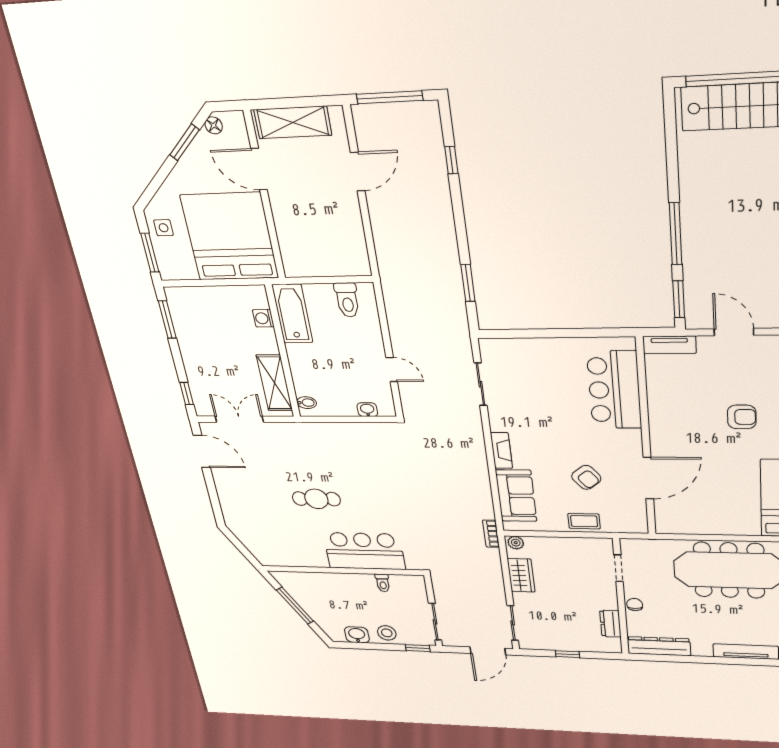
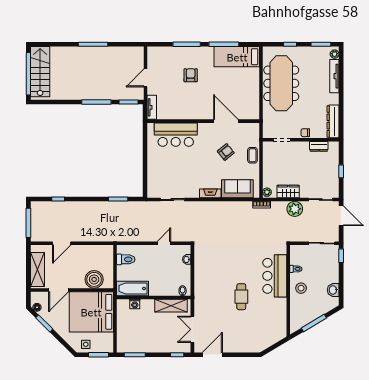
door: (358, 172) -> (62, 243), swing flipped
boiler: (295, 240) -> (94, 279), added
plant: (490, 584) -> (295, 209), added
stool: (387, 633) -> (301, 288), moved

